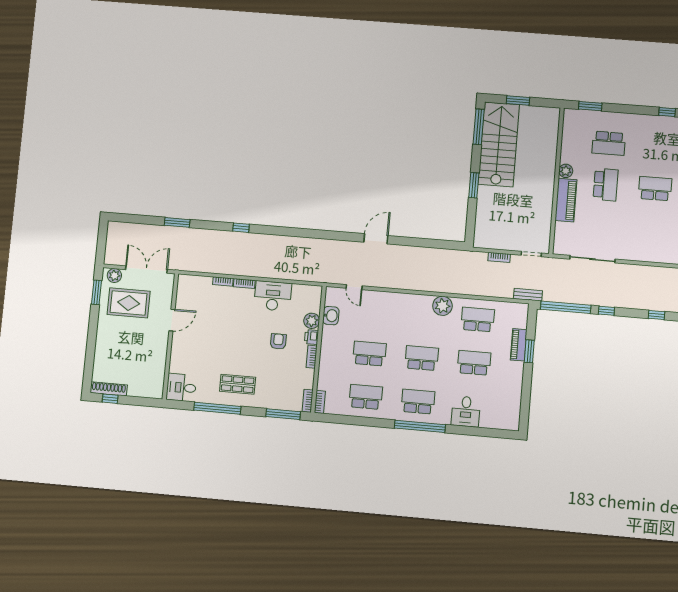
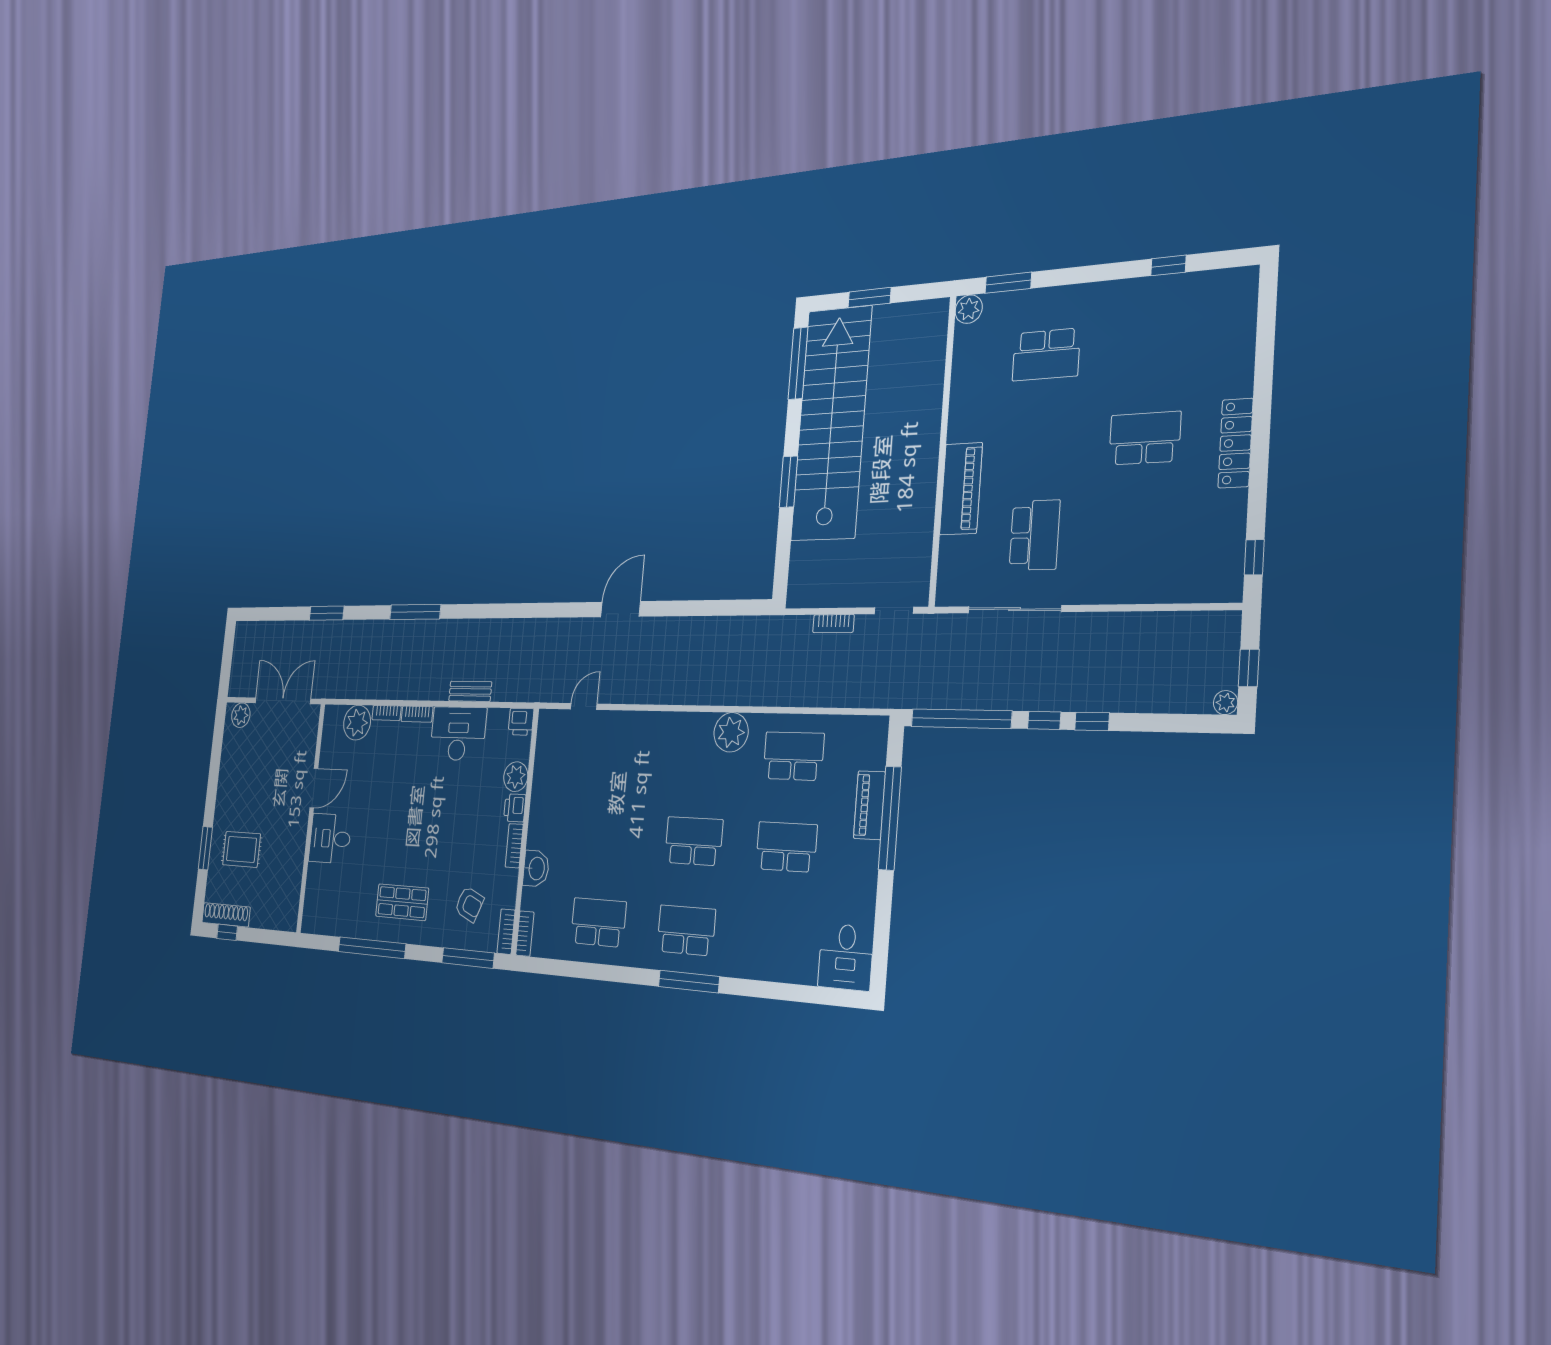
stairs: (499, 144) -> (831, 423), width x1.36
plant: (566, 171) -> (969, 309), moved
school desk: (606, 185) -> (1035, 535), moved
window: (241, 228) -> (415, 612), width x2.17
plant: (202, 285) -> (357, 723), added
door: (354, 287) -> (584, 706), swing flipped
window: (96, 292) -> (205, 848), moved
printer: (314, 292) -> (521, 722), added
bench: (528, 295) -> (470, 691), moved
rug: (129, 303) -> (242, 849), moved, width x0.73, depth x0.70
window: (657, 315) -> (1092, 721), moved
washbasin: (331, 316) -> (536, 869), moved
armchair: (278, 341) -> (469, 904), moved, turned 113
window: (529, 351) -> (890, 818), width x2.11
school desk: (369, 354) -> (606, 836), removed
desk: (181, 388) -> (330, 839), moved
desk: (466, 411) -> (846, 957), moved
window: (420, 426) -> (689, 981), width x0.68

